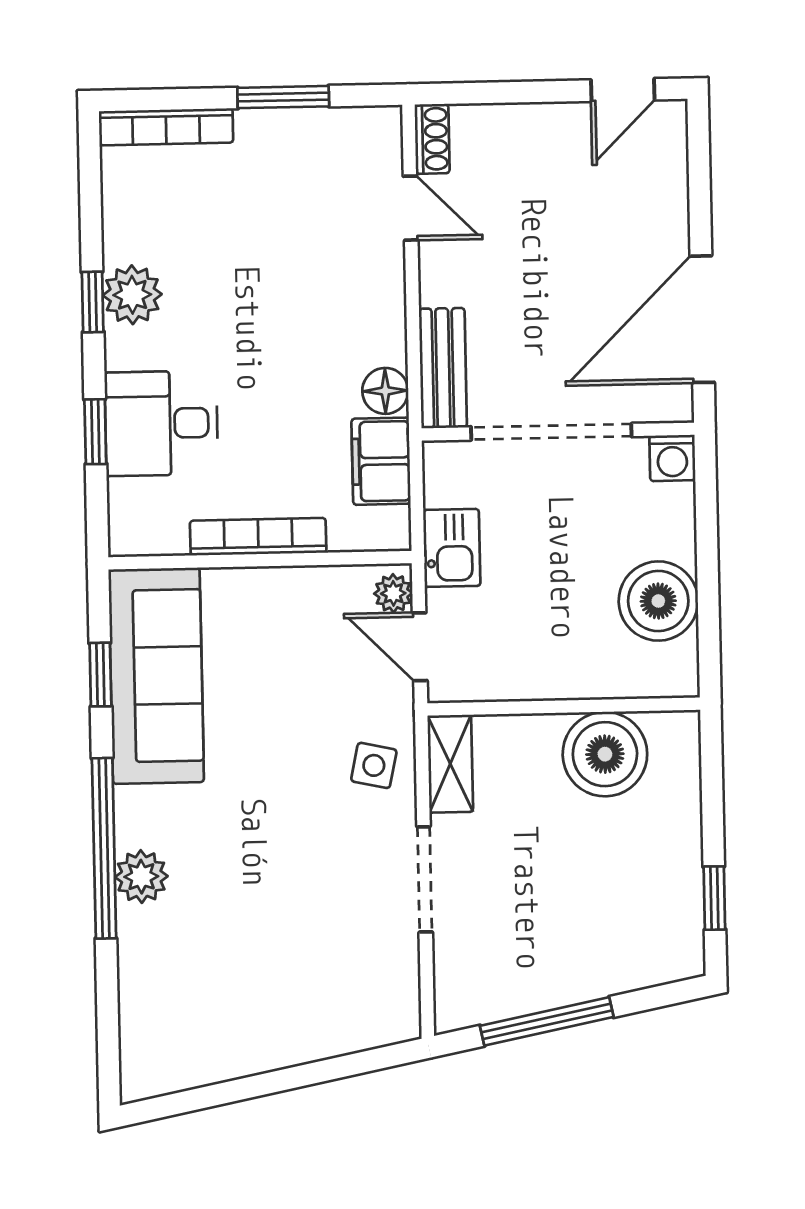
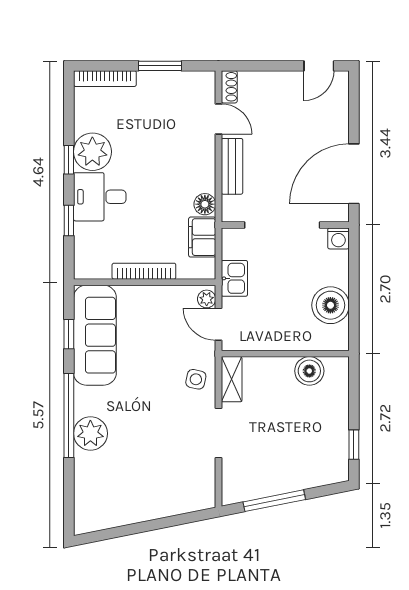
plant: (132, 295) -> (92, 152), width x1.36, depth x1.36
bench: (443, 368) -> (232, 166), moved
desk: (161, 423) -> (100, 197), moved
boiler: (605, 754) -> (309, 371), width x0.73, depth x0.73
plant: (141, 877) -> (90, 433), width x1.36, depth x1.36

